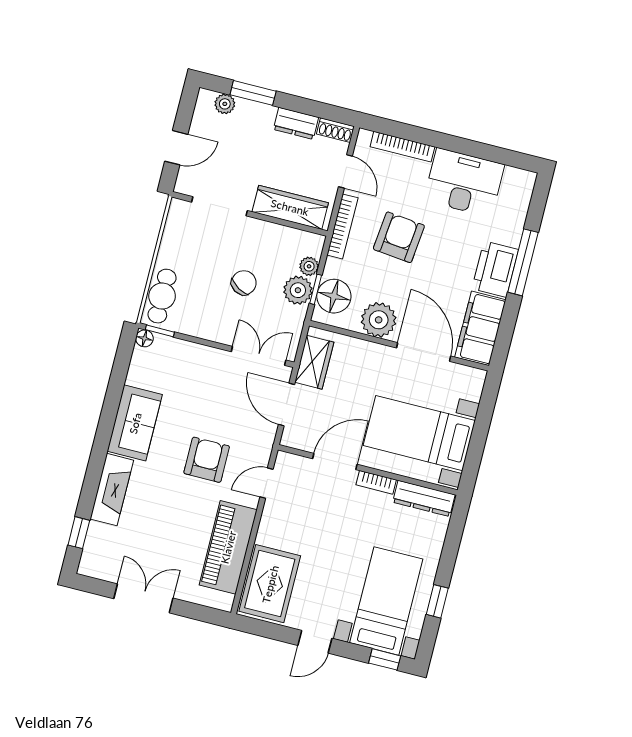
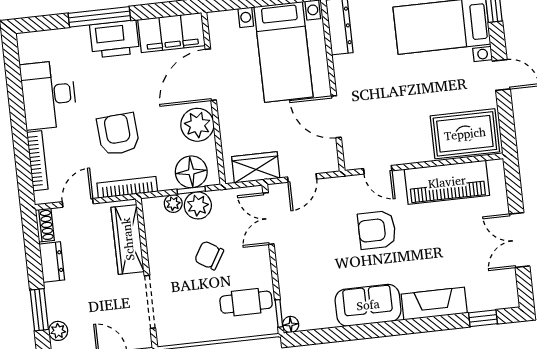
armchair: (399, 237) -> (118, 134), turned 80
cafe table: (162, 296) -> (246, 302), moved
door: (286, 404) -> (302, 178), width x0.73
bookcase: (376, 482) -> (341, 74), removed

